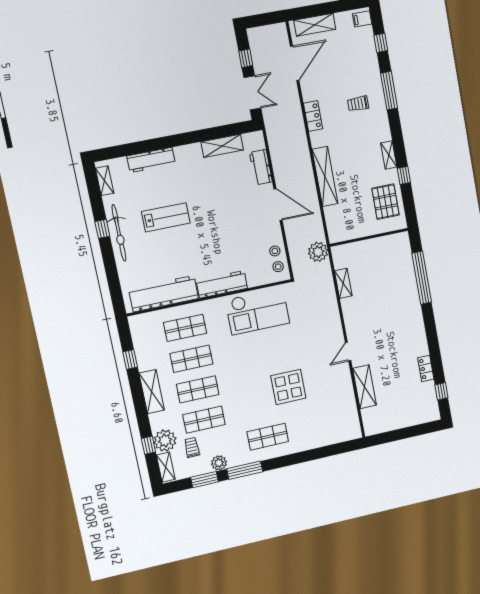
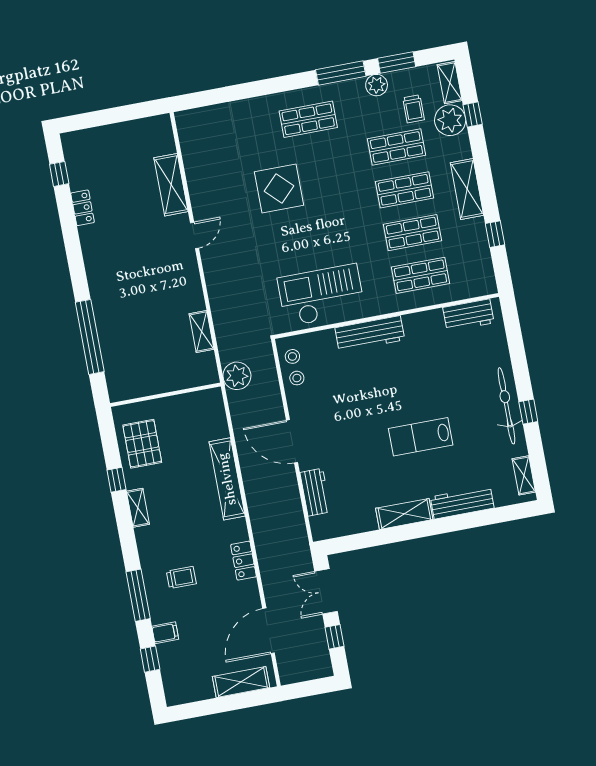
filing cabinet: (362, 19) -> (165, 633), moved
shelving: (222, 146) -> (404, 514), moved
lab bench: (166, 217) -> (421, 437), moved
workbench: (164, 294) -> (468, 315), width x0.53, depth x0.76

